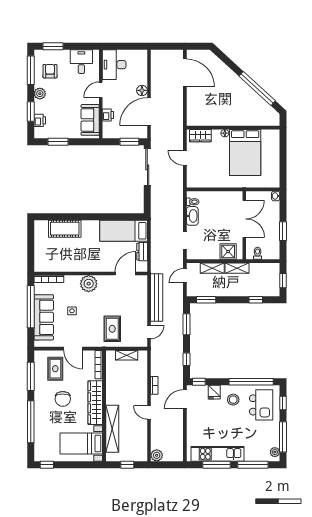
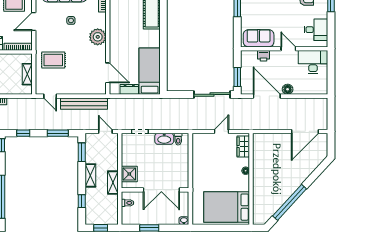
bed: (245, 152) -> (227, 207), moved
shelving: (212, 268) -> (90, 175), moved

